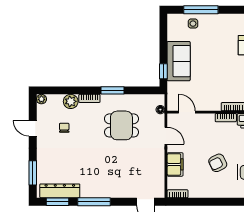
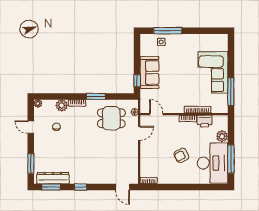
dining table: (121, 125) -> (111, 118), moved
door: (166, 136) -> (139, 133), hinge flipped
filing cabinet: (175, 164) -> (147, 157), removed
window: (94, 202) -> (81, 187), width x0.46

